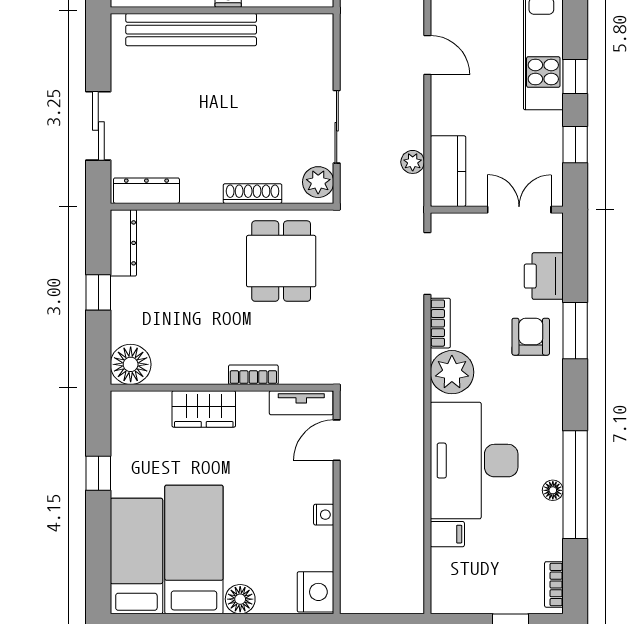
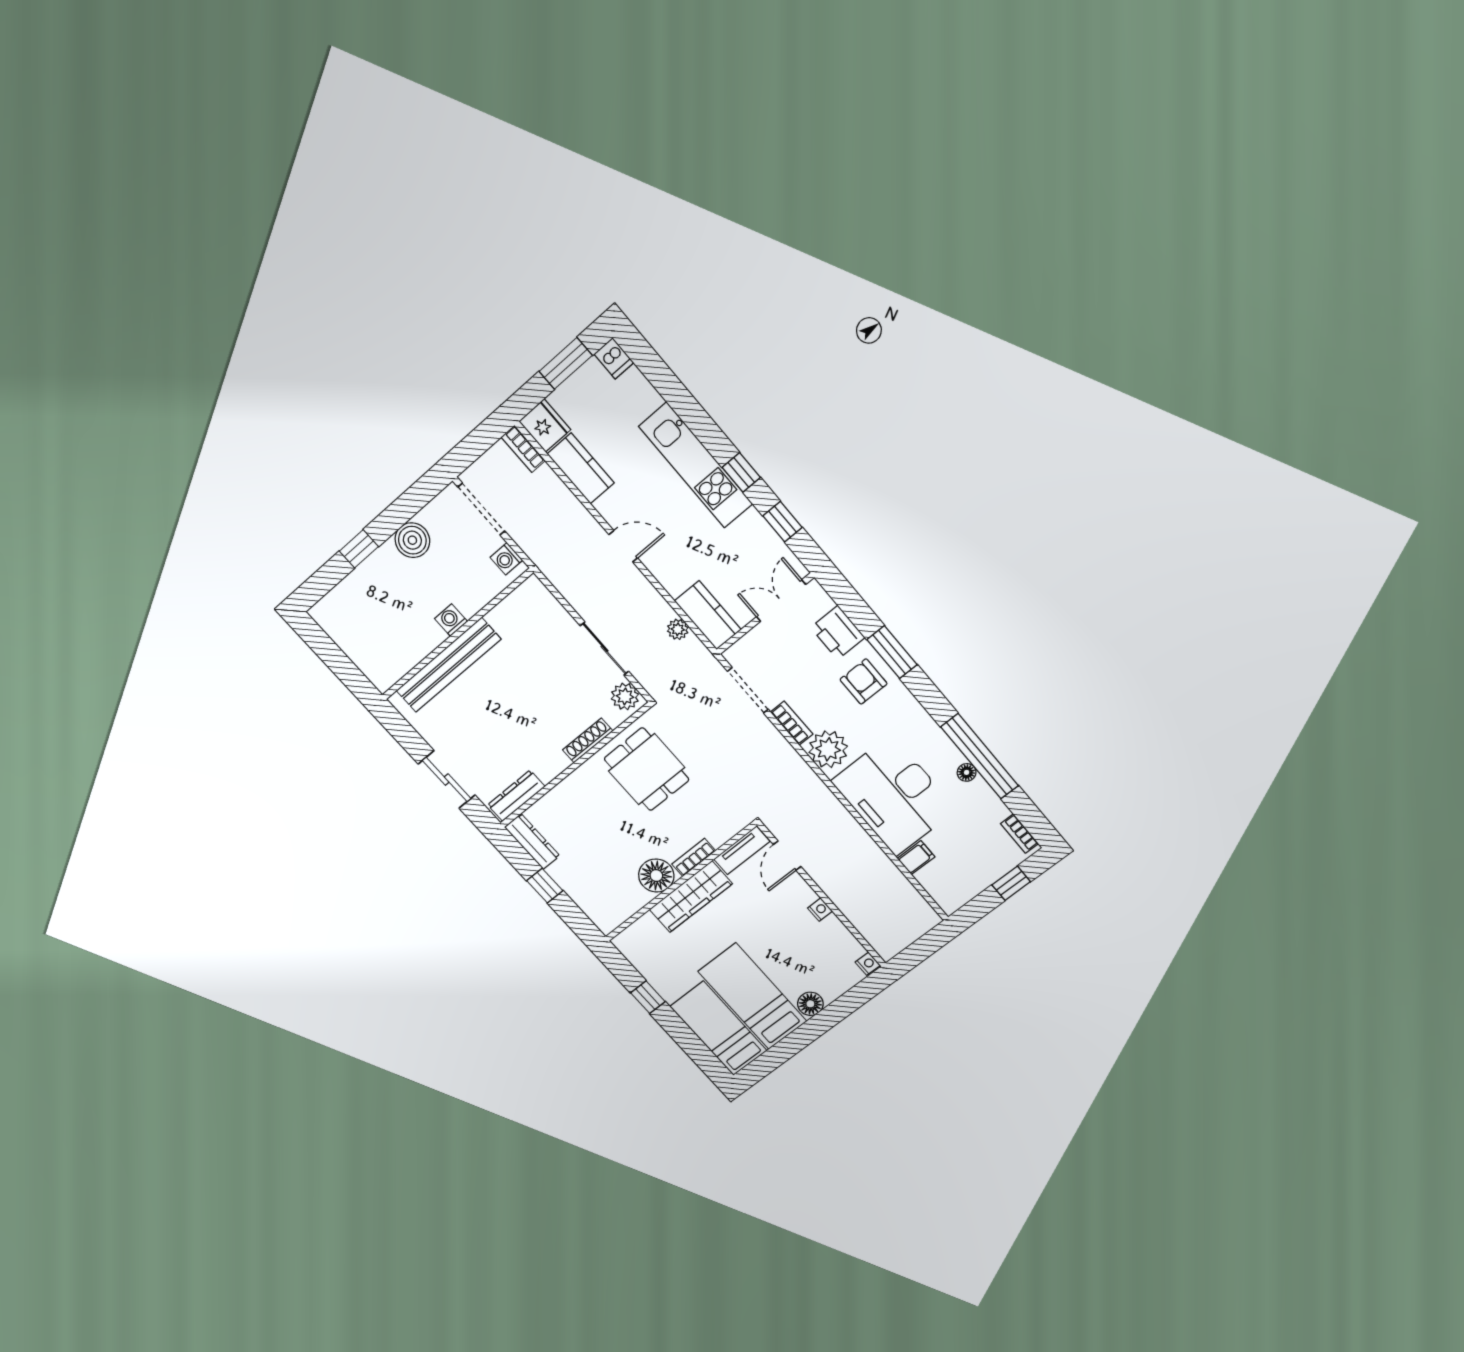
floor lamp: (131, 364) -> (656, 876), moved
wardrobe: (204, 409) -> (691, 897), width x1.50
nightstand: (316, 592) -> (868, 964), width x0.53, depth x0.56

